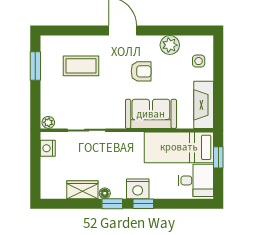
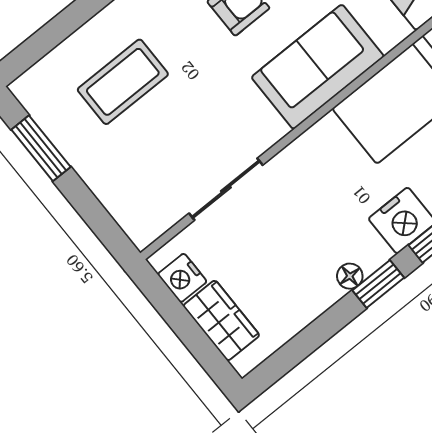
plant: (48, 122) -> (146, 231), removed
wardrobe: (82, 190) -> (221, 320), moved, turned 90

